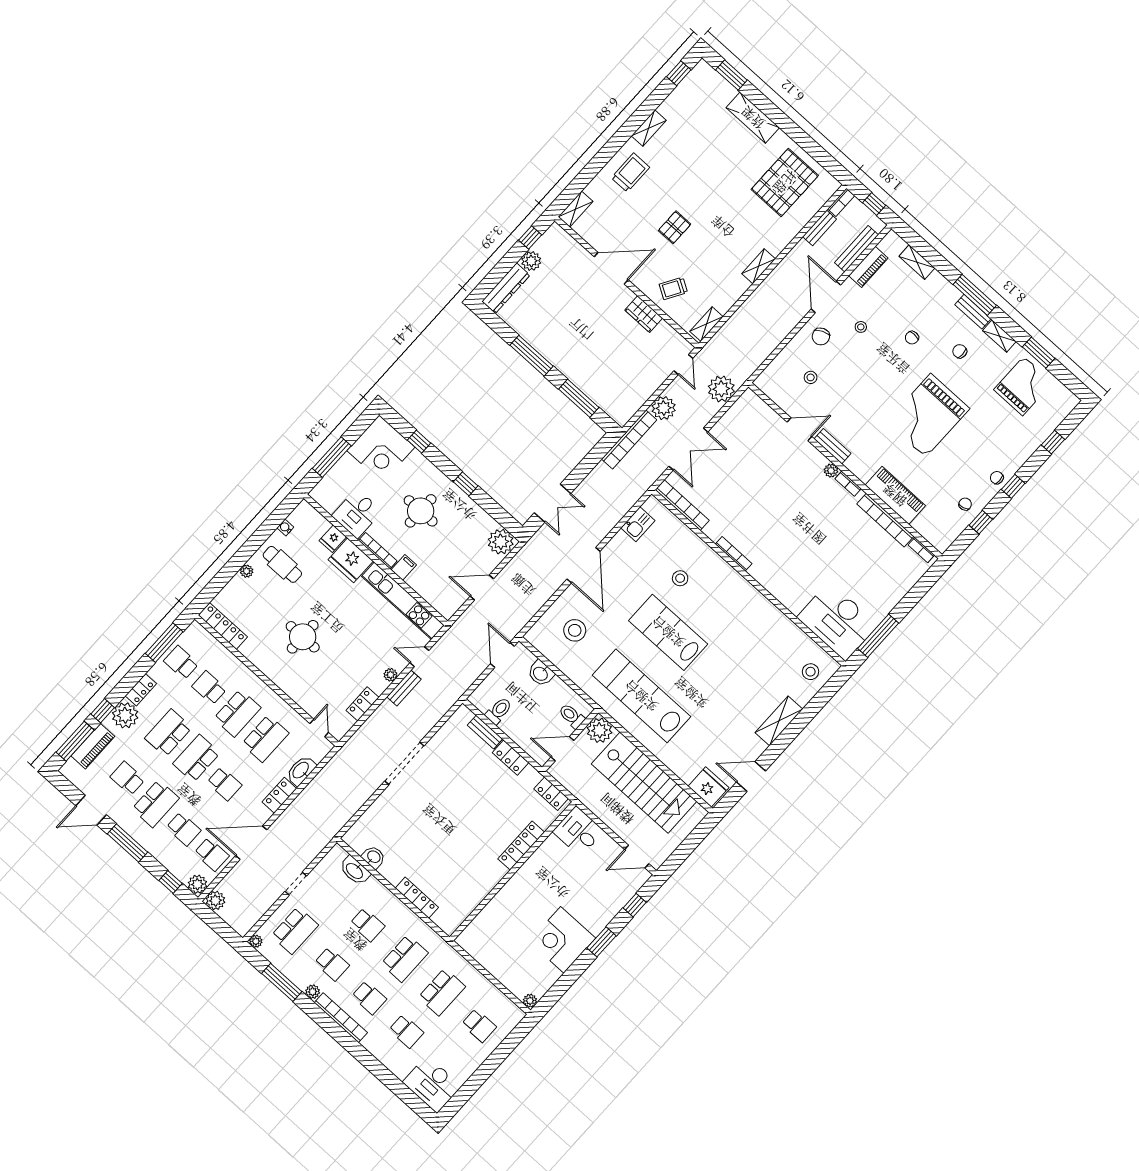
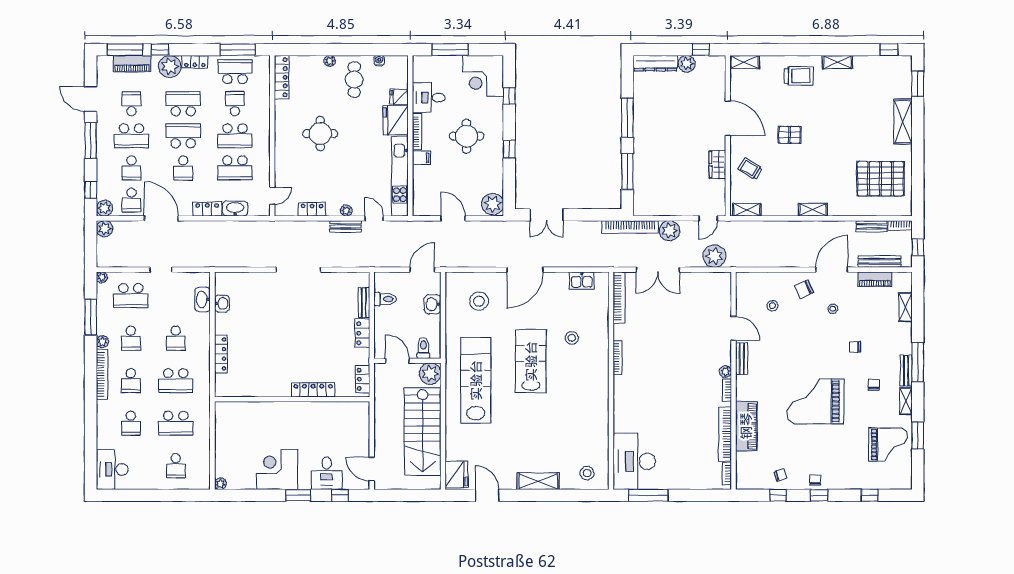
school desk: (181, 662) -> (235, 72), width x1.85
desk: (578, 831) -> (327, 473), moved, turned 180

